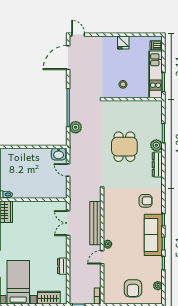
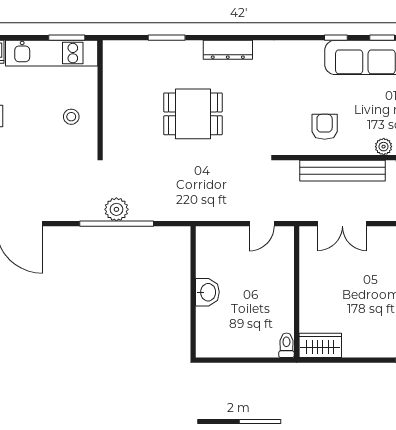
plant: (76, 127) -> (116, 209), moved
plant: (156, 145) -> (190, 52), removed
washbasin: (59, 154) -> (207, 292), moved
door: (68, 170) -> (262, 224), moved
armchair: (146, 201) -> (325, 127), moved

